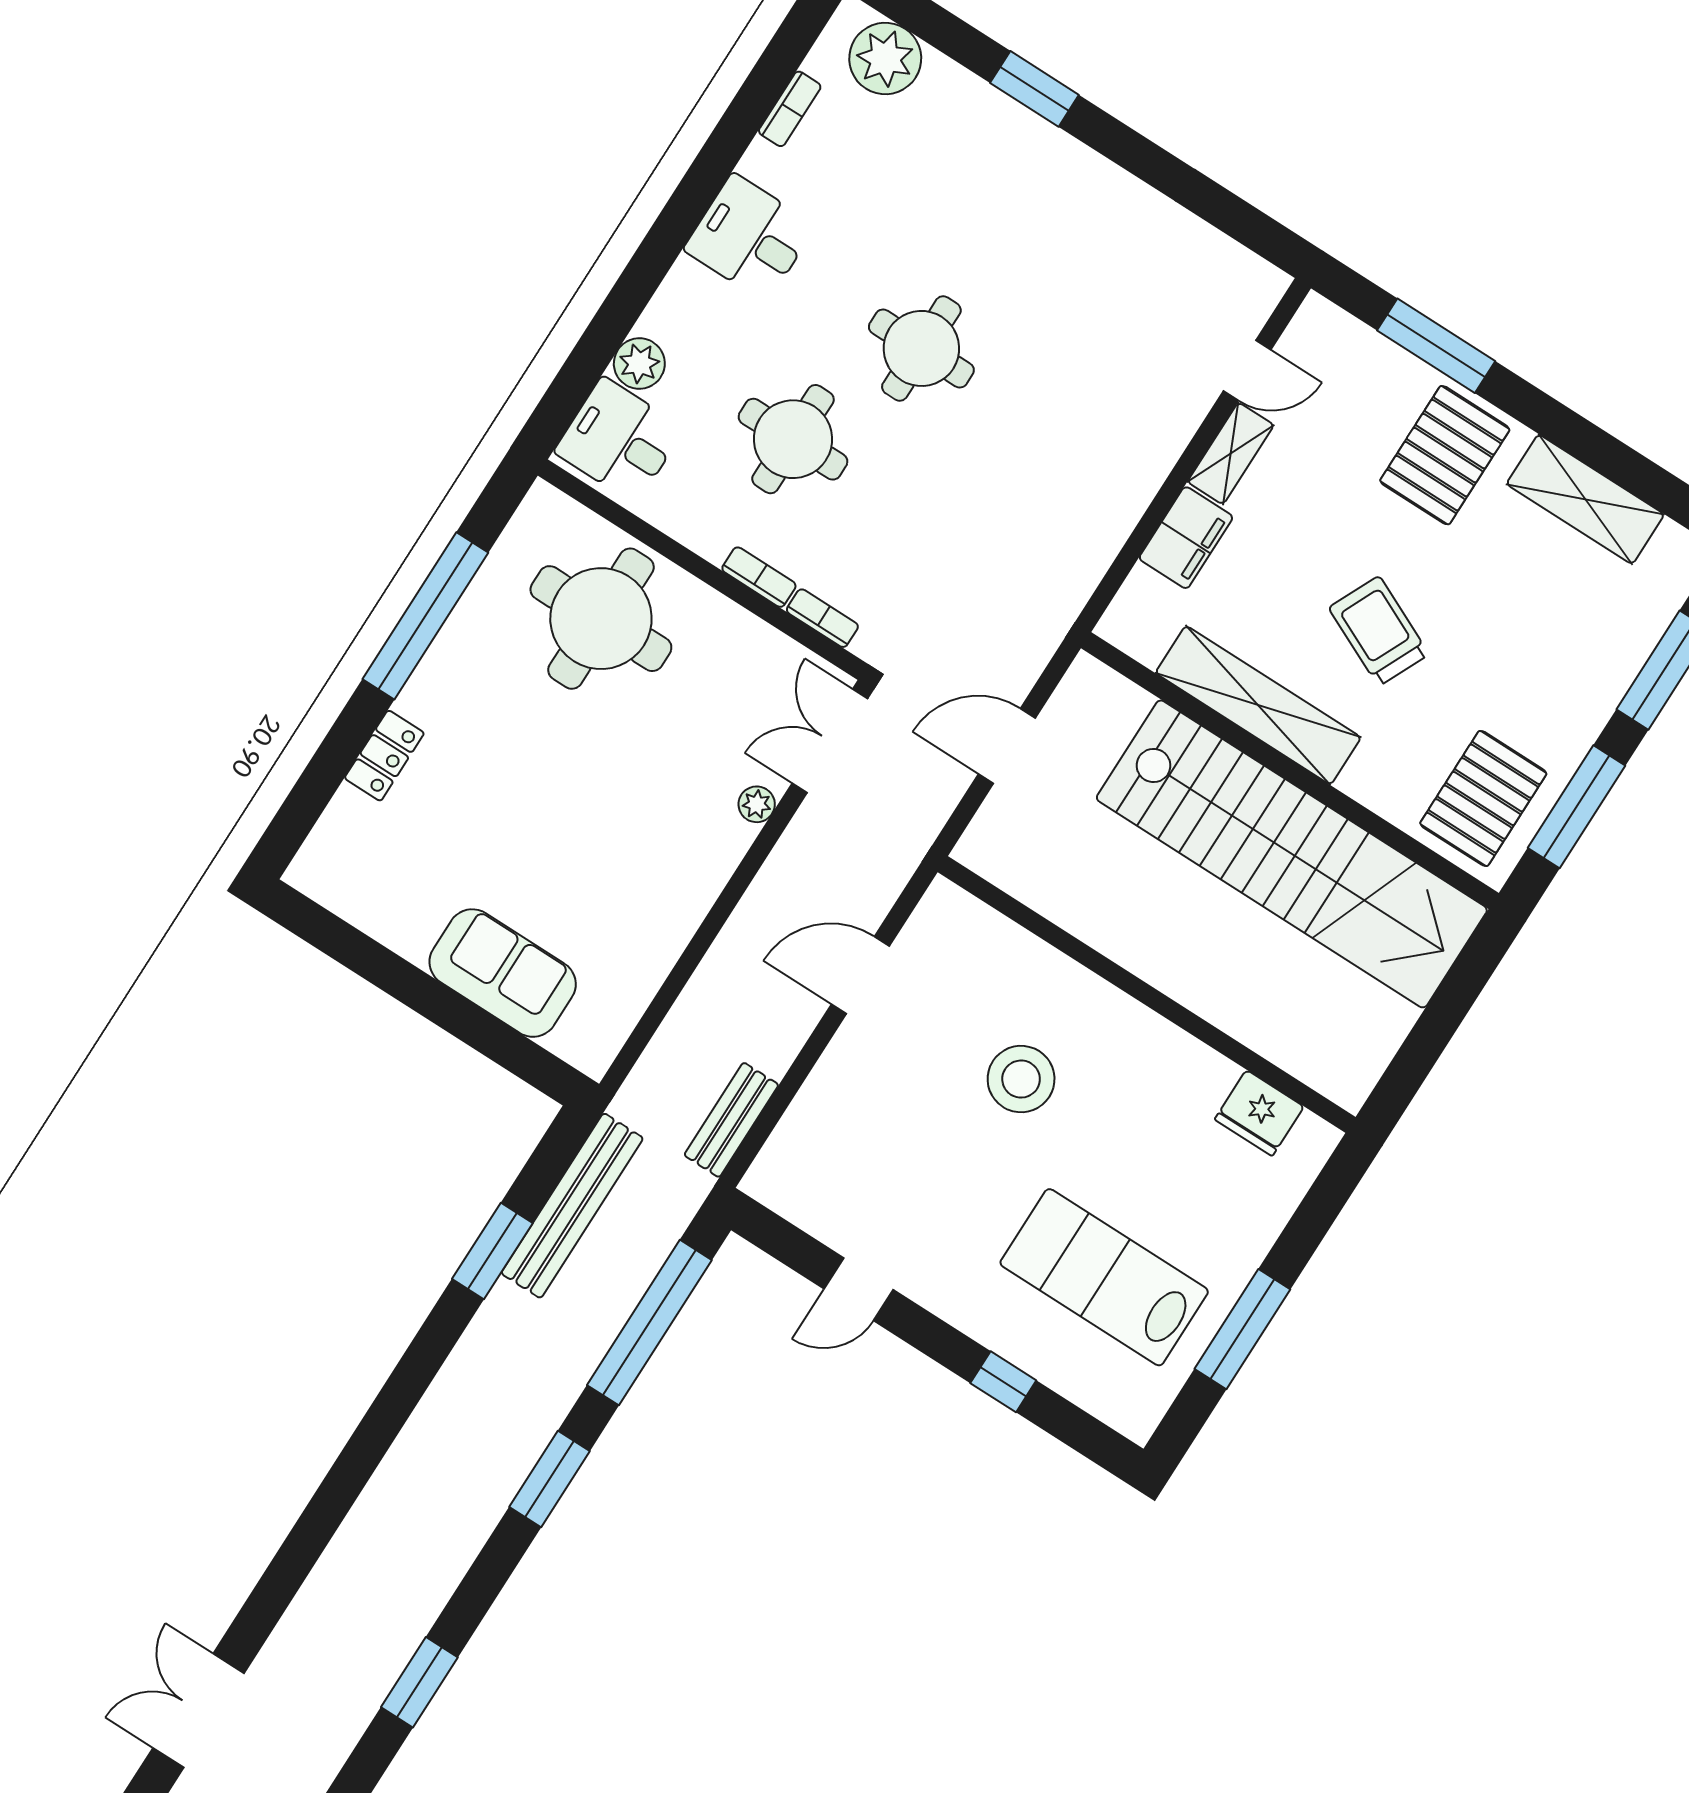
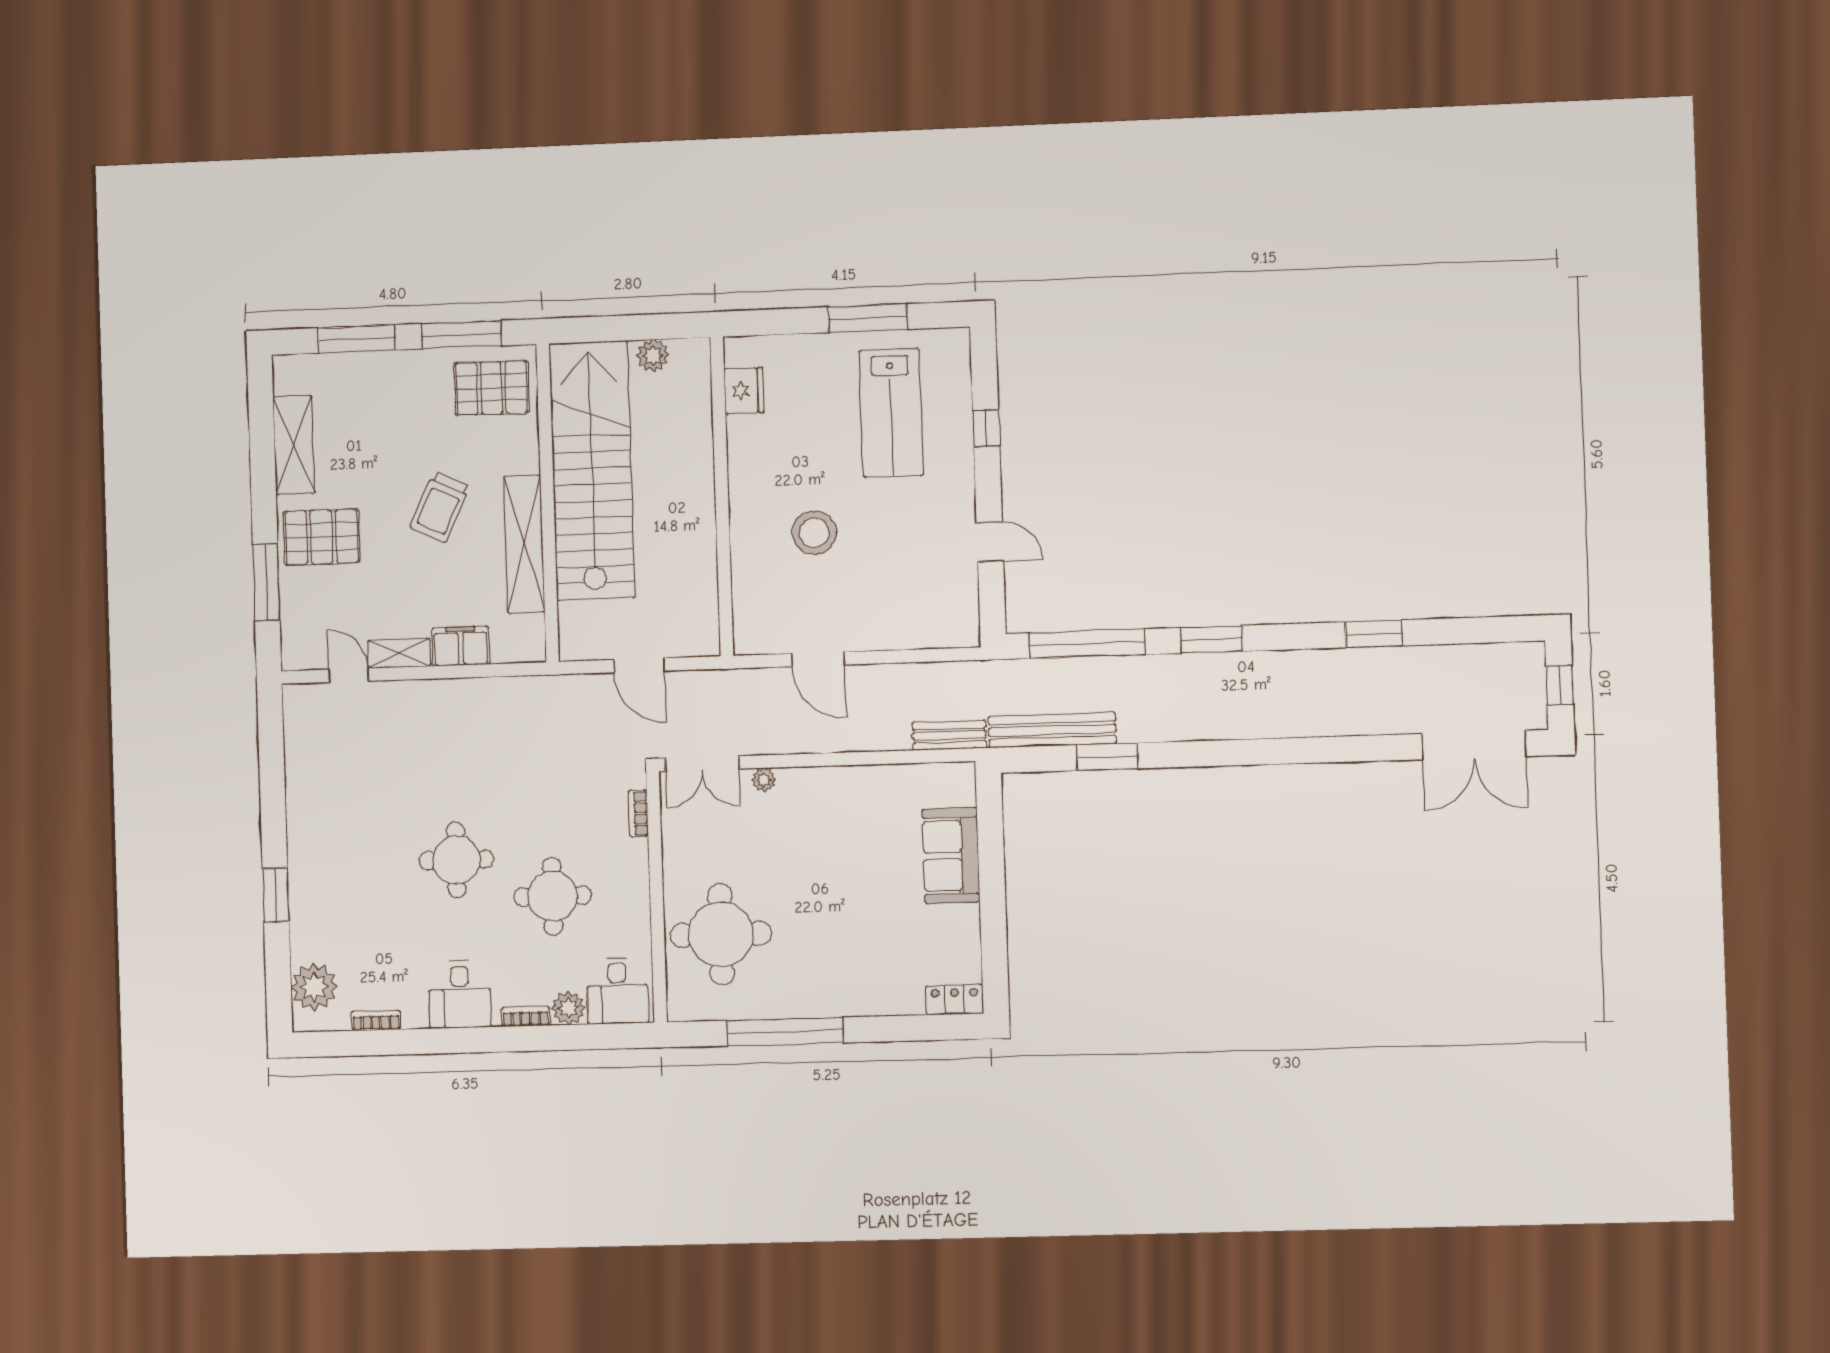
bookcase: (759, 577) -> (526, 1016), moved, turned 90
locker: (384, 756) -> (955, 1000), moved
plant: (1383, 1029) -> (653, 355), added
bench: (731, 1120) -> (949, 735), moved
double door: (198, 1711) -> (1474, 745), width x1.37

